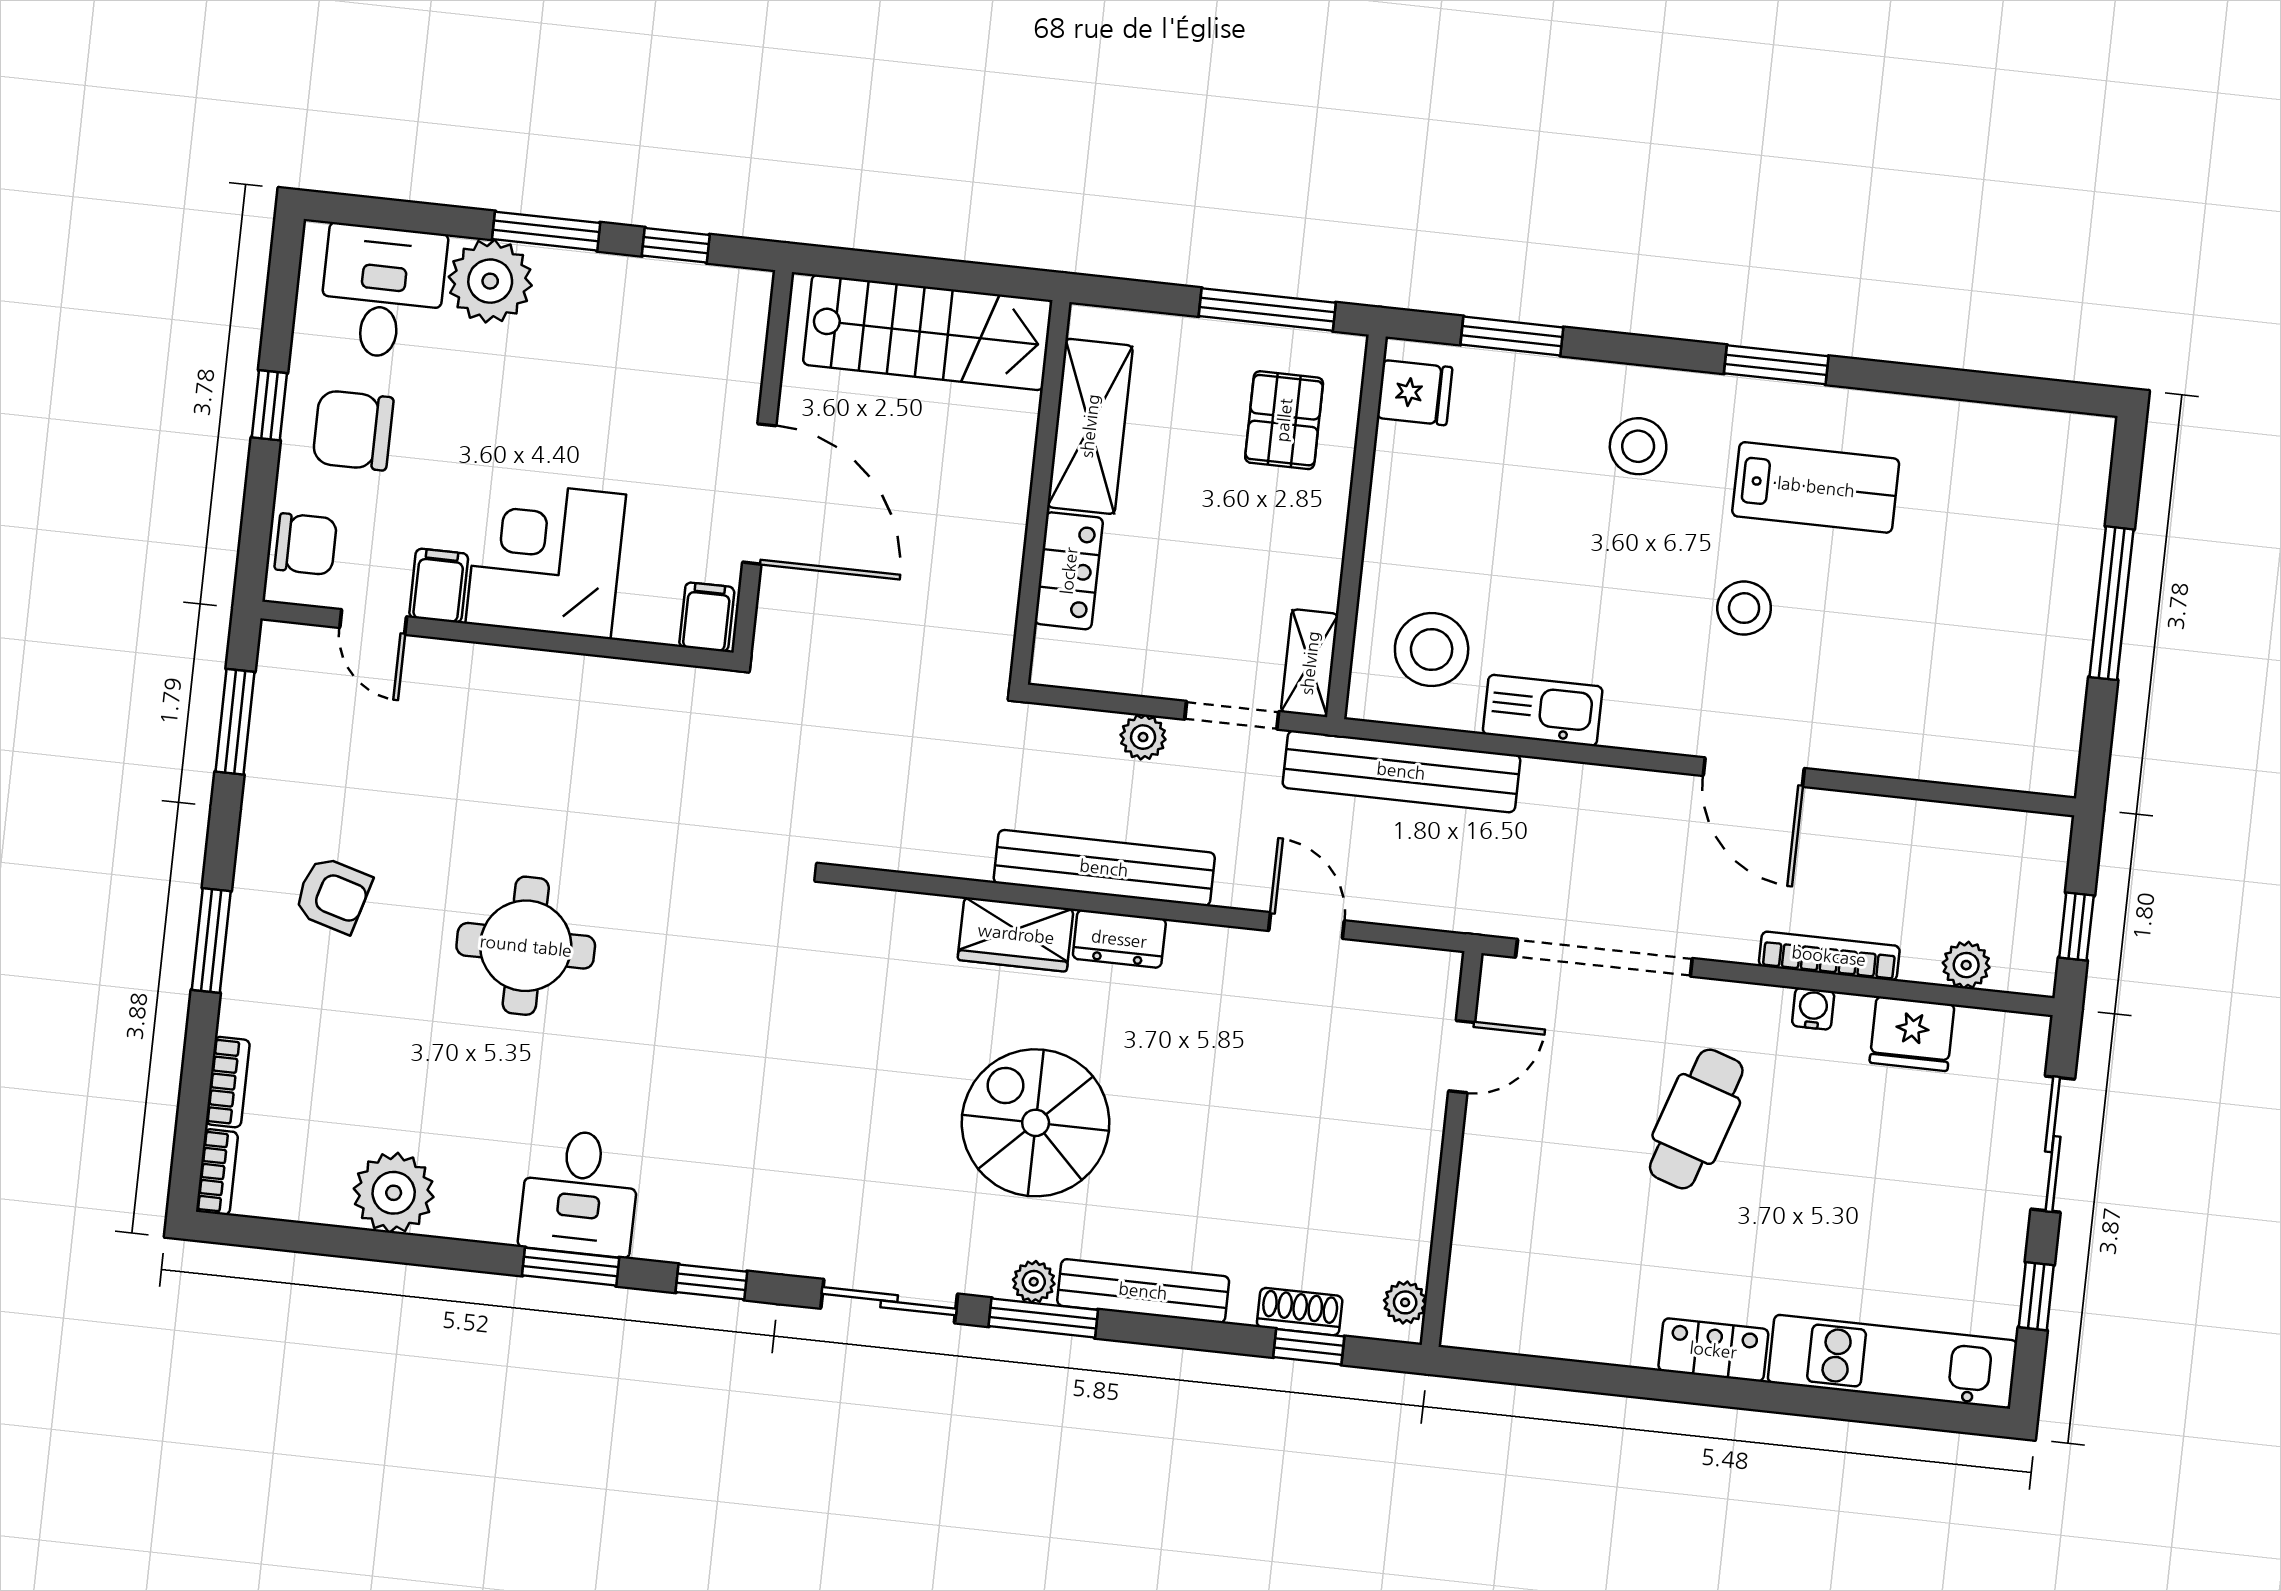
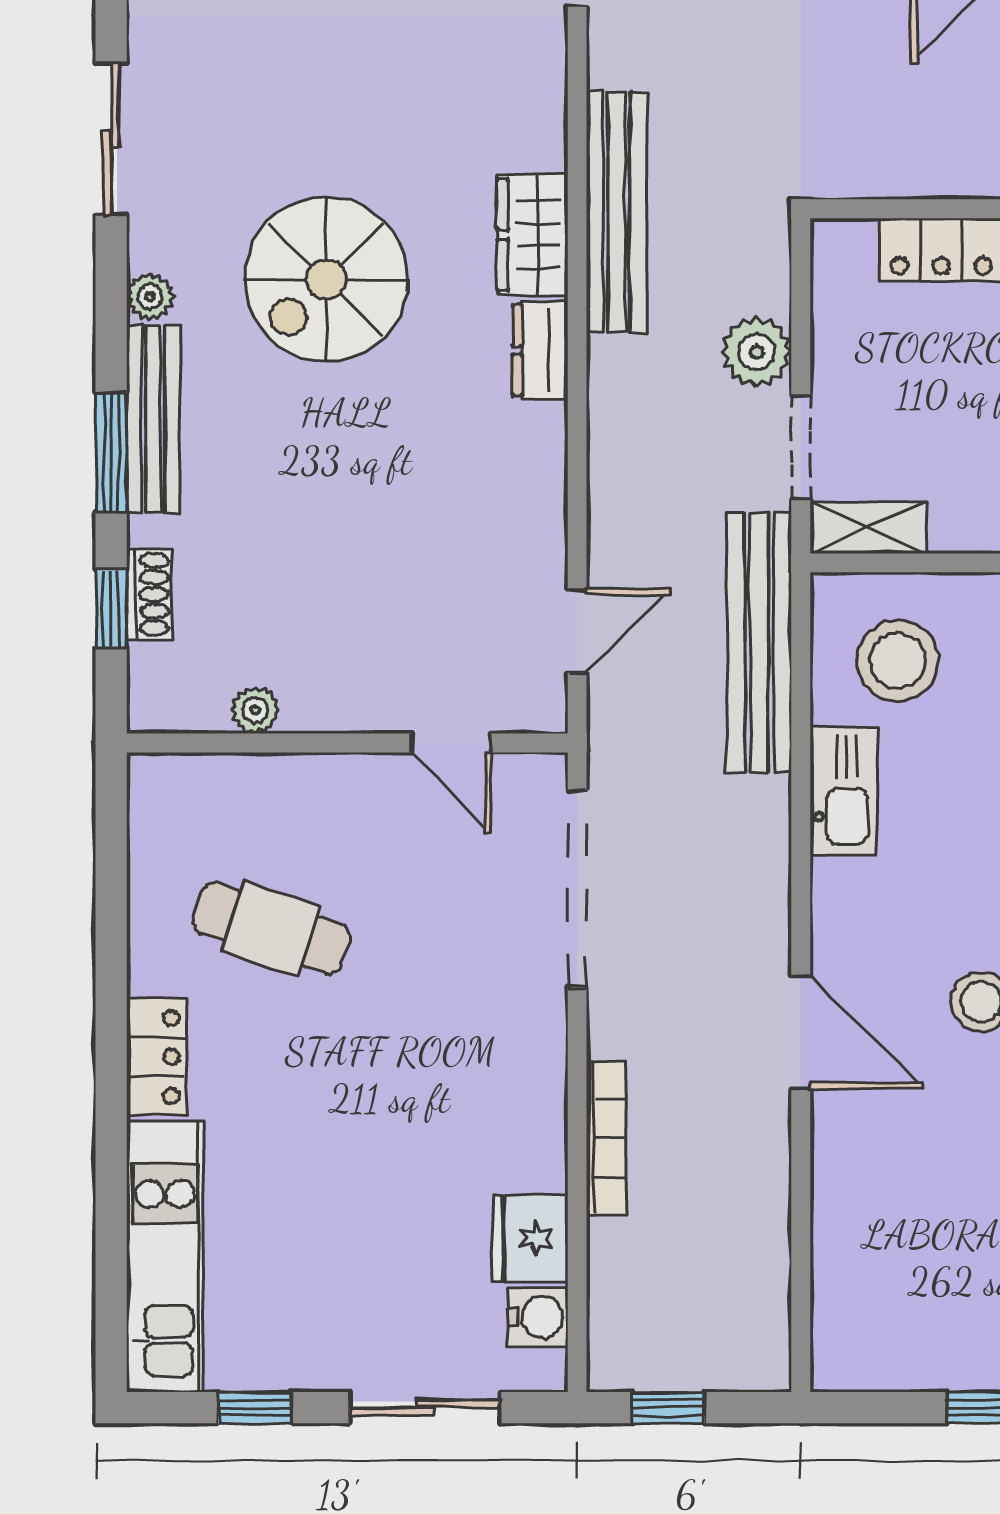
plant: (1143, 737) -> (757, 352), width x1.38, depth x1.38
door: (1754, 772) -> (801, 1032), swing flipped
bench: (1104, 868) -> (617, 212), moved
door: (1306, 926) -> (577, 631), moved
plant: (1966, 965) -> (613, 1290), removed
water cooler: (1813, 1009) -> (538, 1317), moved, width x1.38, depth x1.38
cafe table: (1696, 1119) -> (271, 929), moved
spiral stairs: (1036, 1123) -> (326, 279), turned 180
plant: (1405, 1302) -> (255, 710), moved
window: (1043, 1318) -> (111, 453), moved

